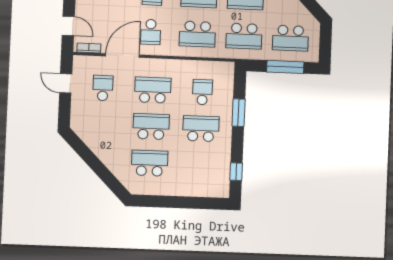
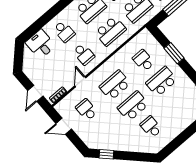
door: (68, 26) -> (35, 93), swing flipped
door: (122, 56) -> (80, 82), width x0.53
window: (81, 149) -> (106, 154), added
school desk: (150, 163) -> (151, 127), width x0.54

